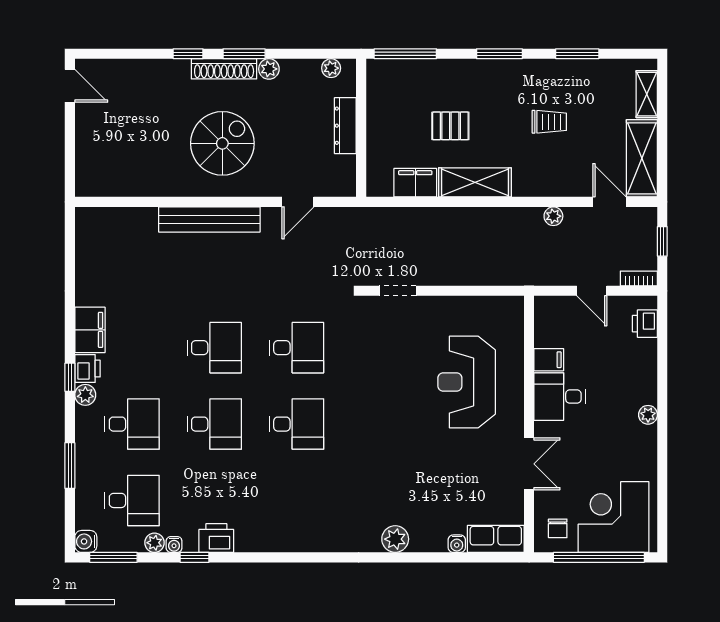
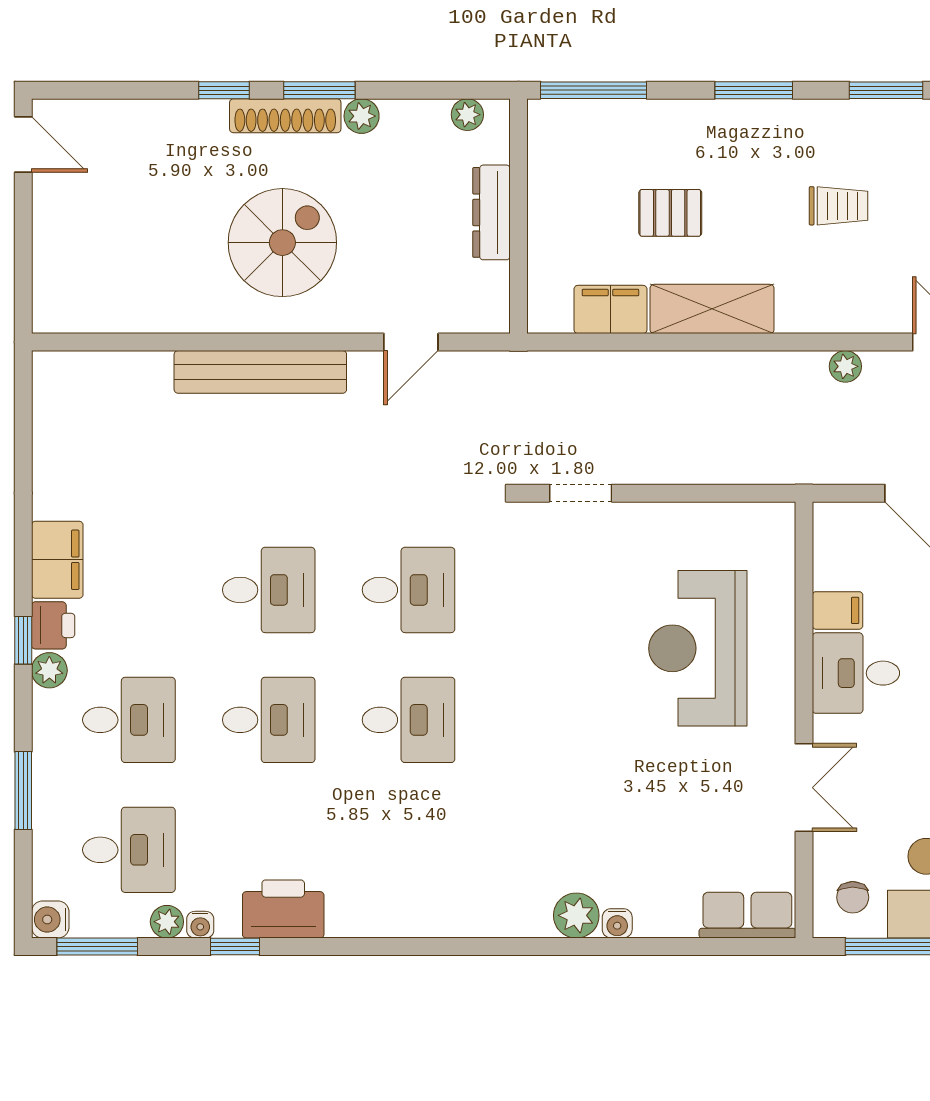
printer: (216, 538) -> (283, 909), width x1.37, depth x1.19
water cooler: (457, 544) -> (617, 923), moved

